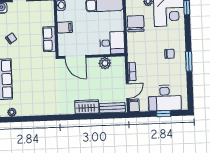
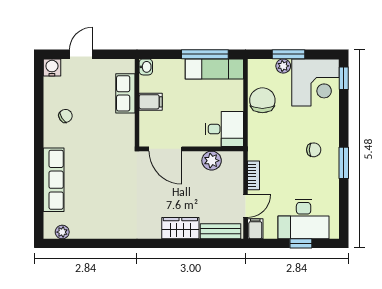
row of seats: (49, 39) -> (125, 93), moved

